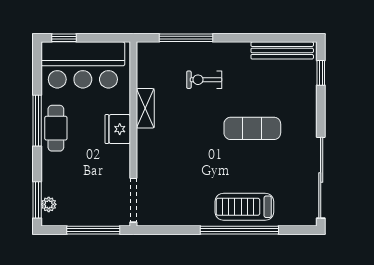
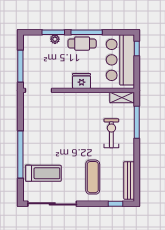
exercise bike: (204, 80) -> (111, 133), width x1.38, depth x1.39
shelving: (145, 108) -> (122, 98), moved
exercise mat: (252, 128) -> (93, 177), moved
window: (37, 200) -> (53, 32), moved
plant: (49, 204) -> (55, 39), moved
treadmill: (244, 207) -> (43, 173), moved, turned 90

